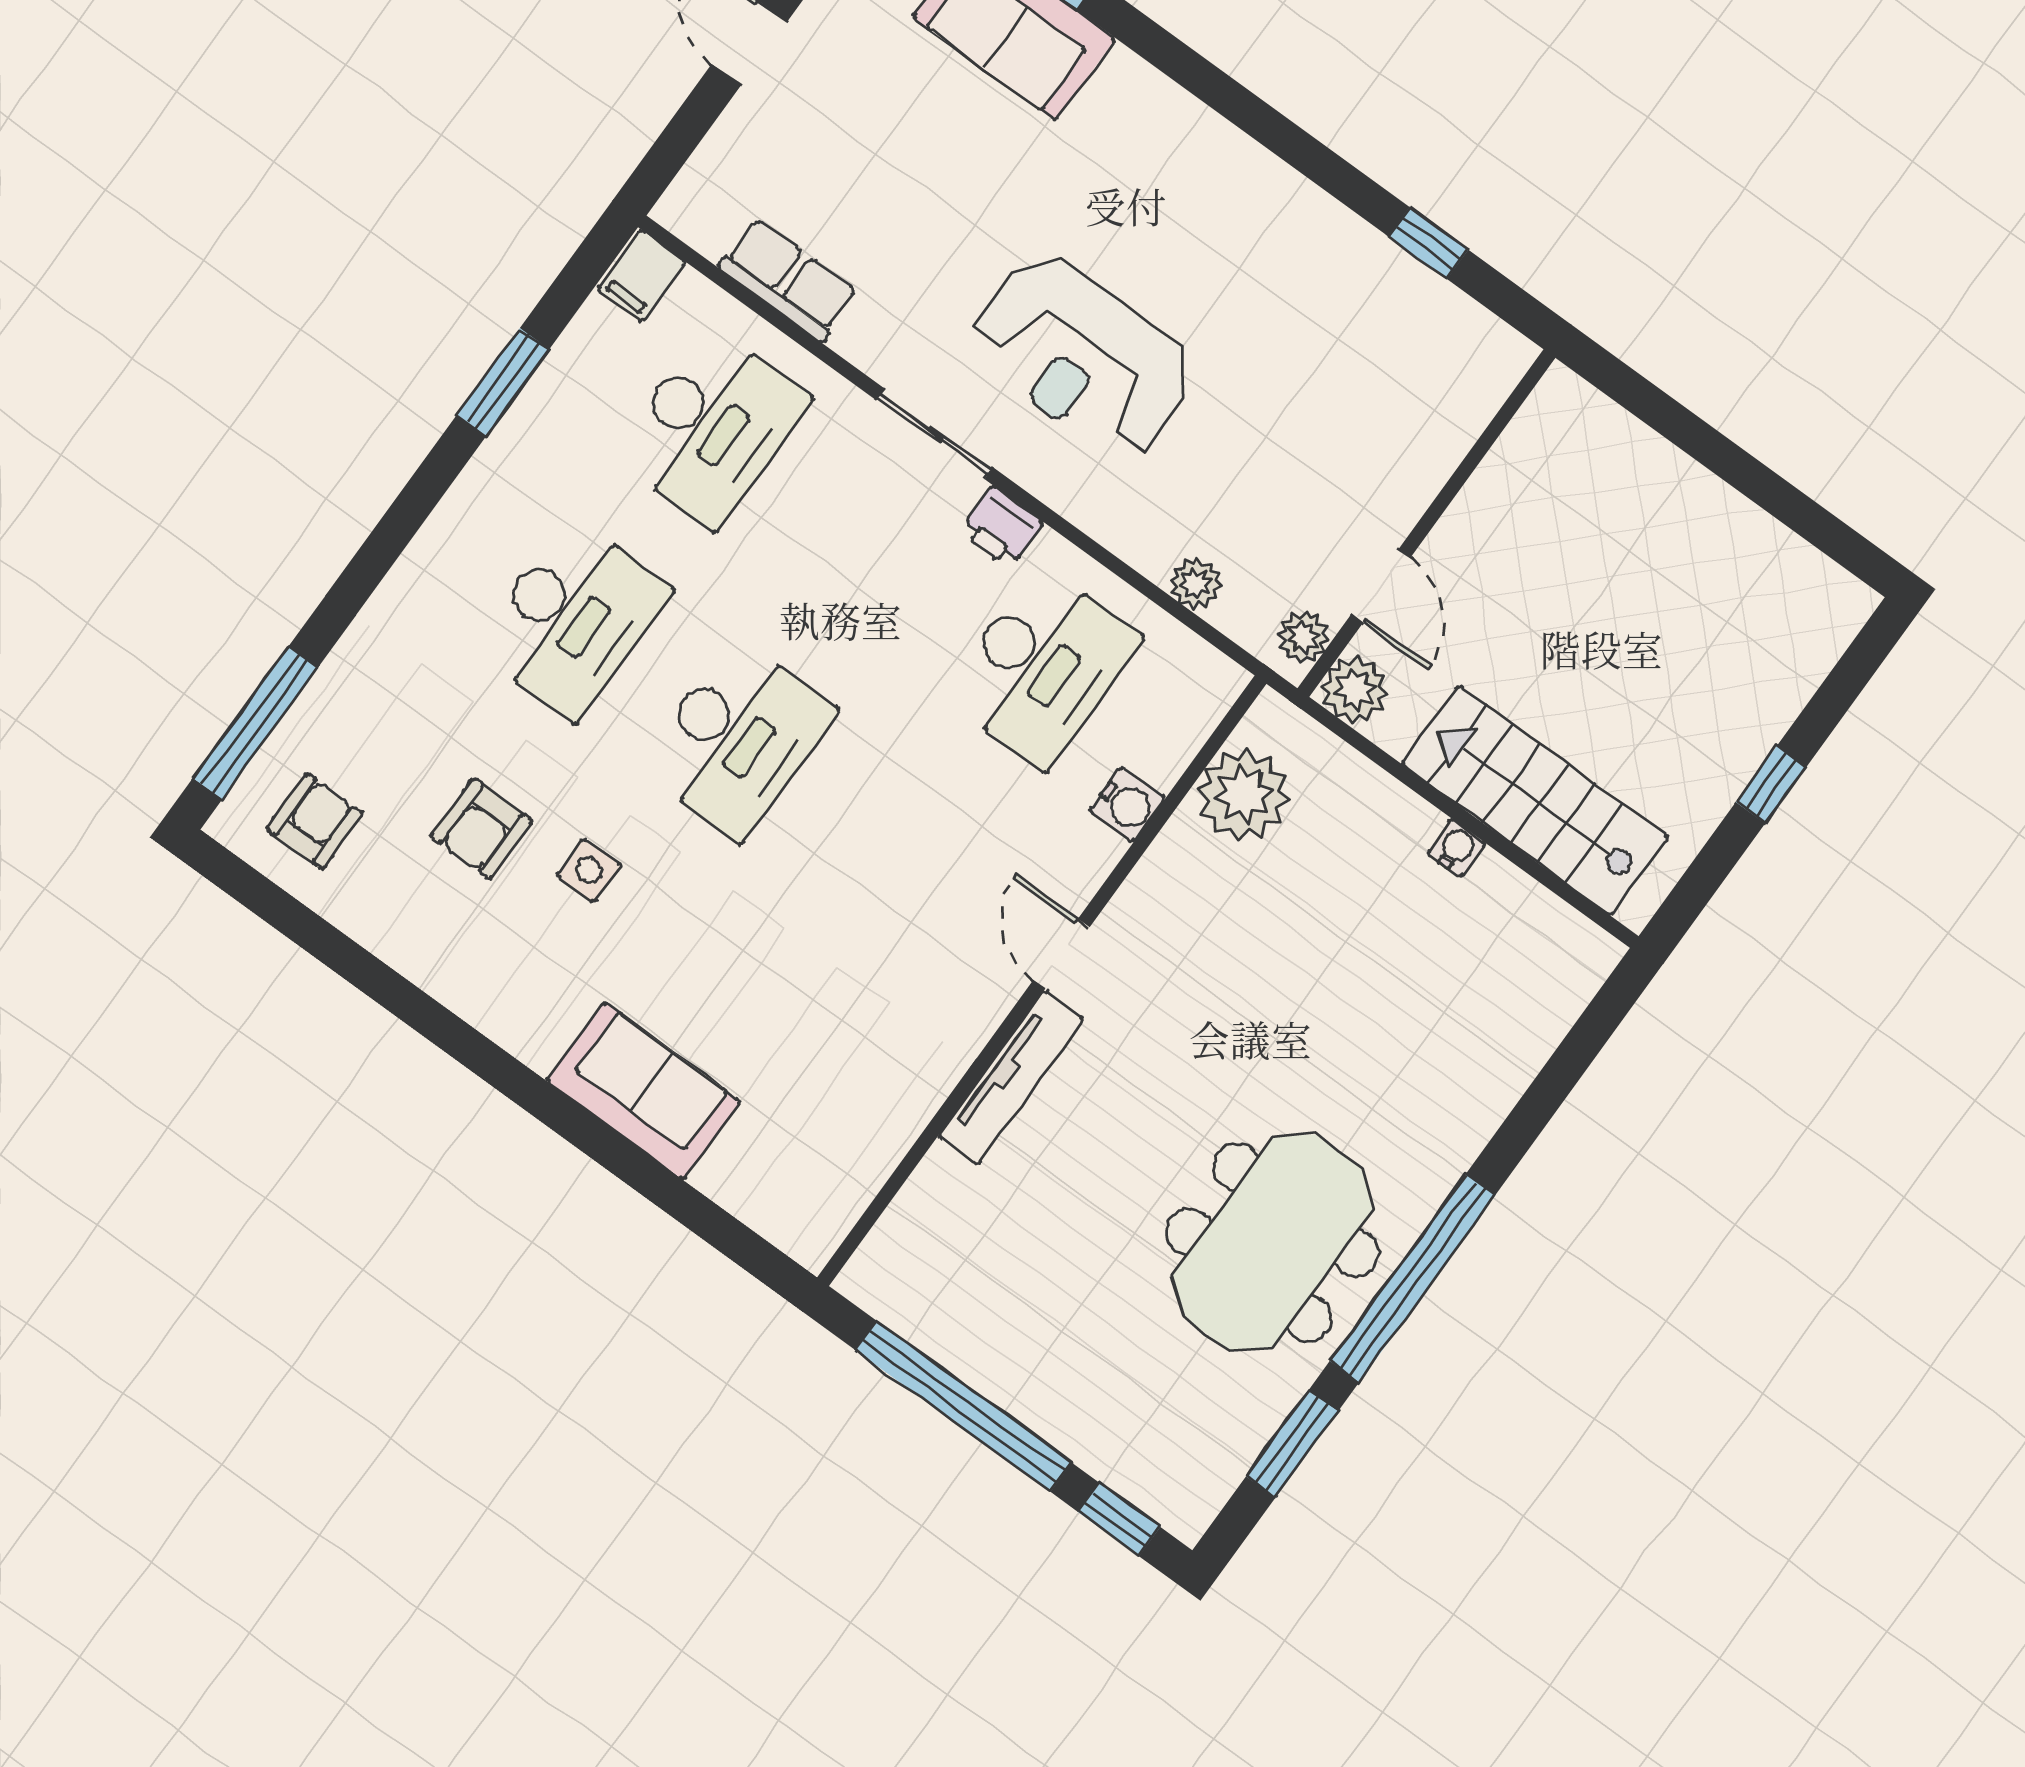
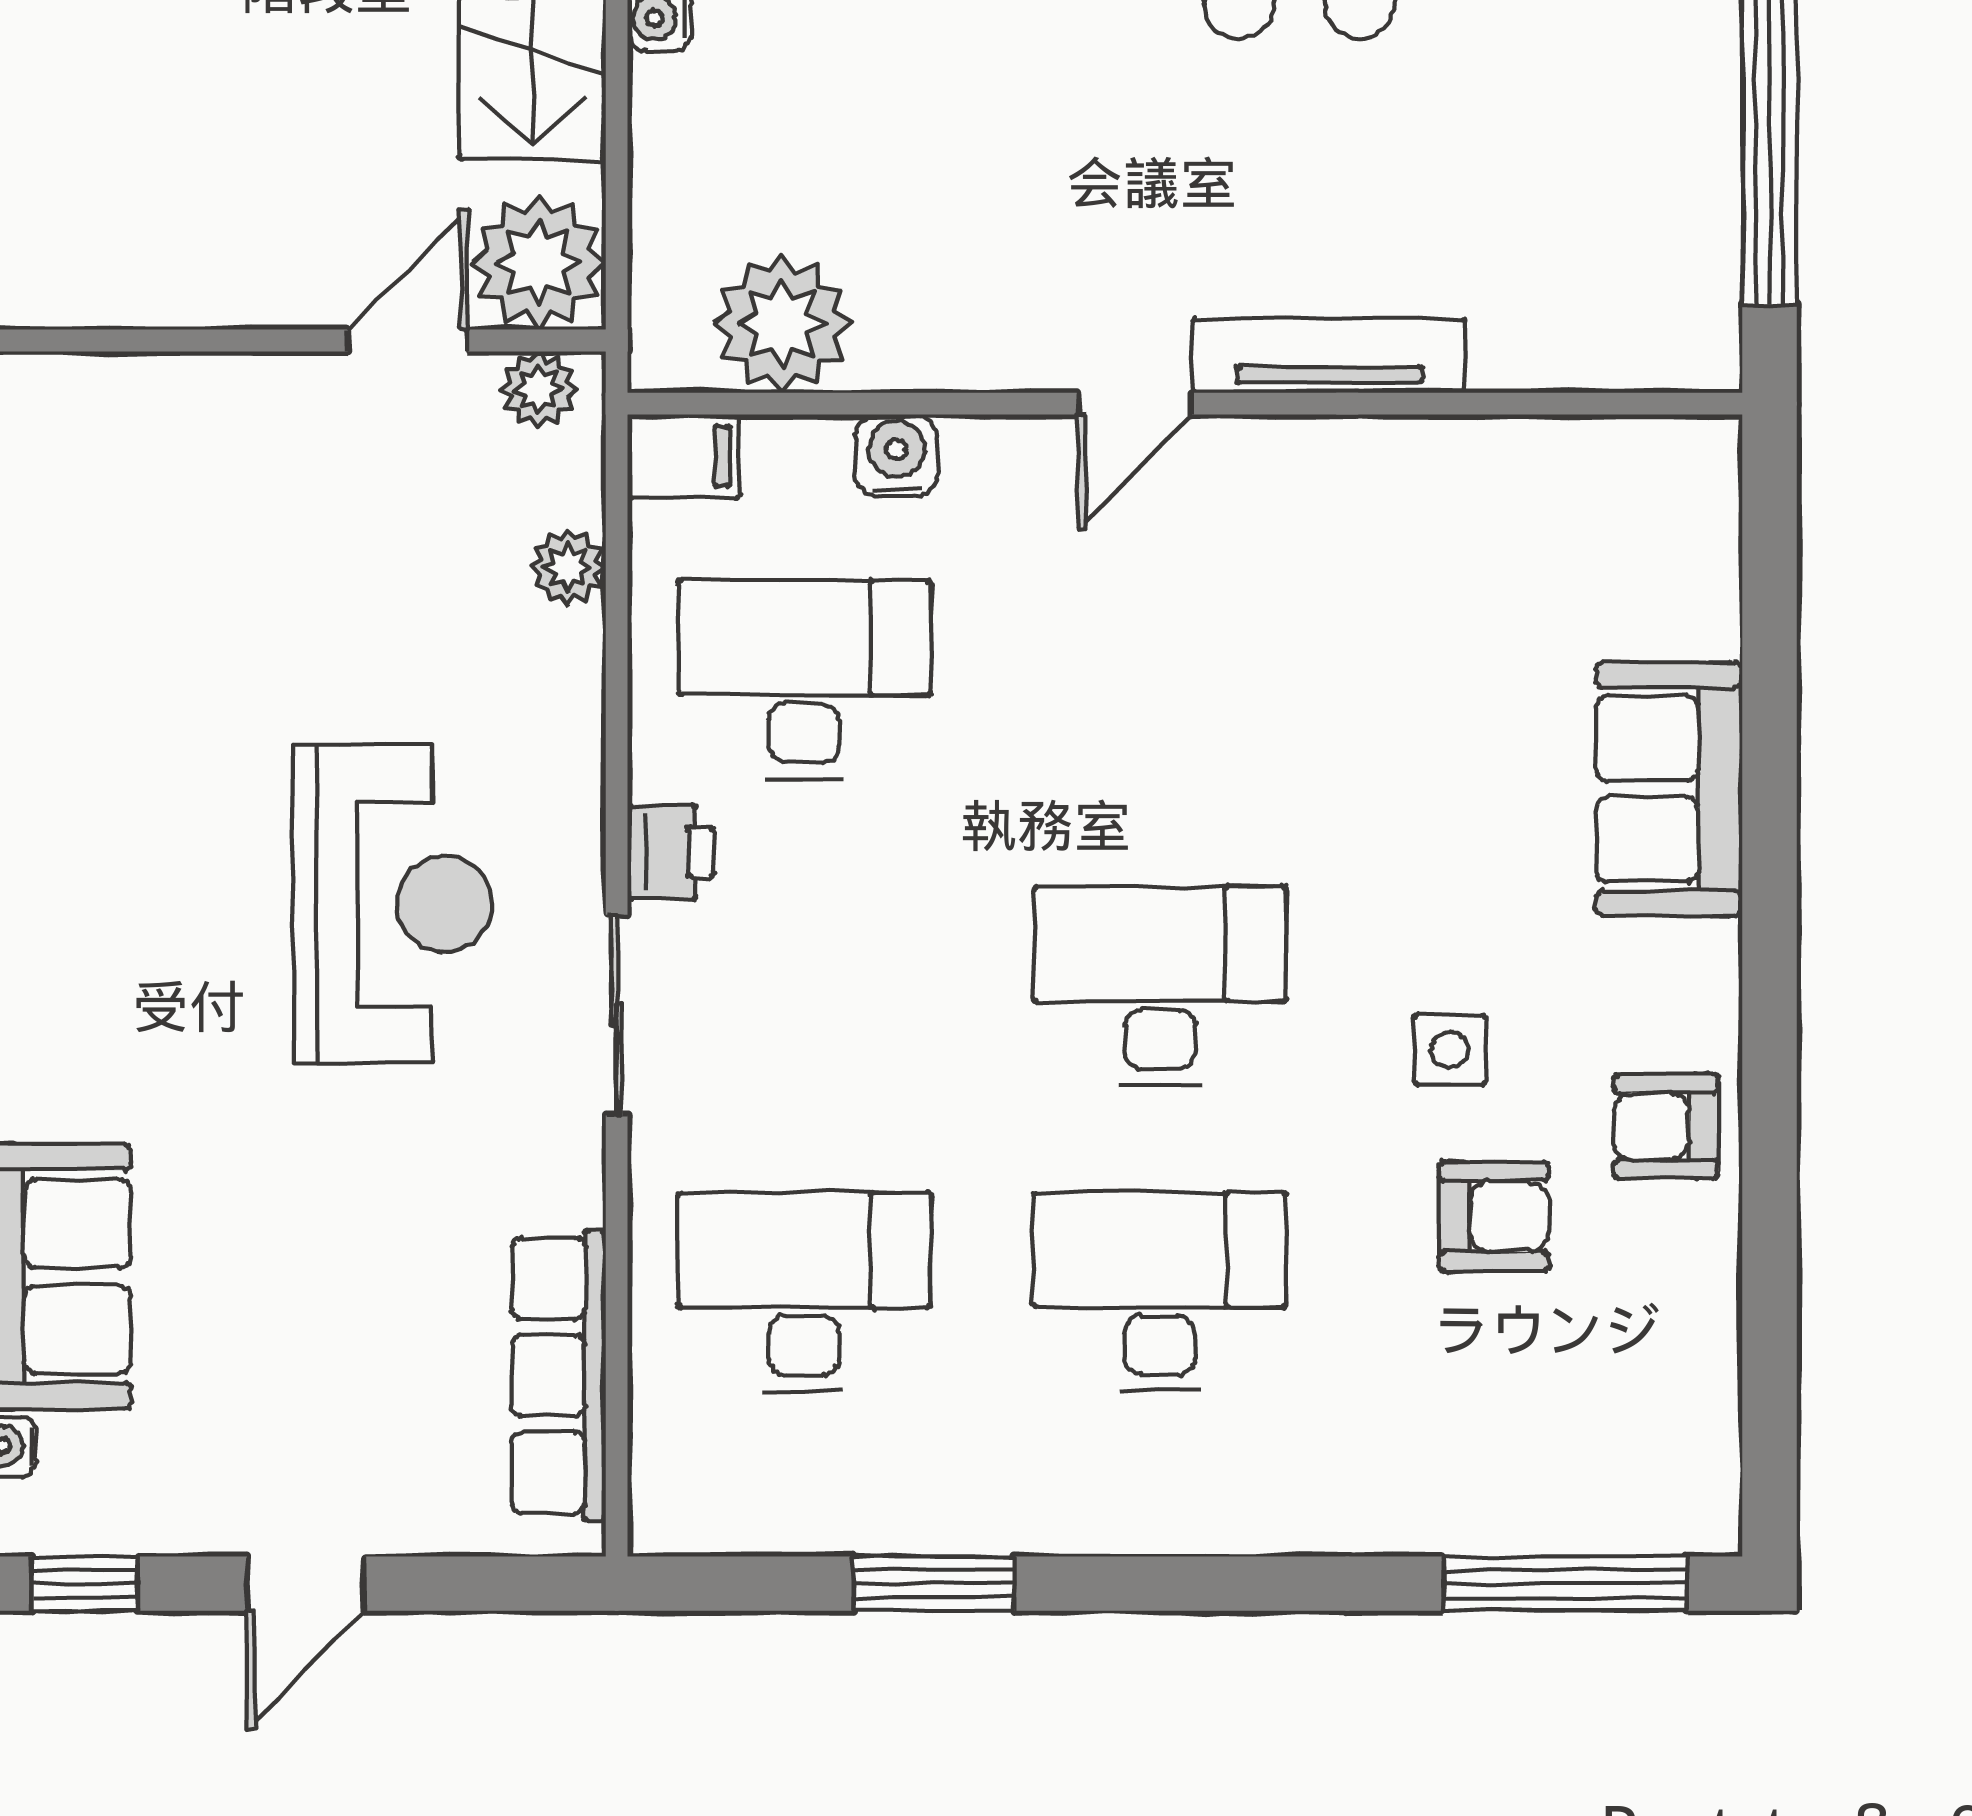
filing cabinet: (642, 276) -> (683, 456), moved
row of seats: (788, 280) -> (559, 1375), width x1.48
plant: (1355, 690) -> (539, 262), width x1.36, depth x1.36
armchair: (315, 821) -> (1666, 1126), moved

